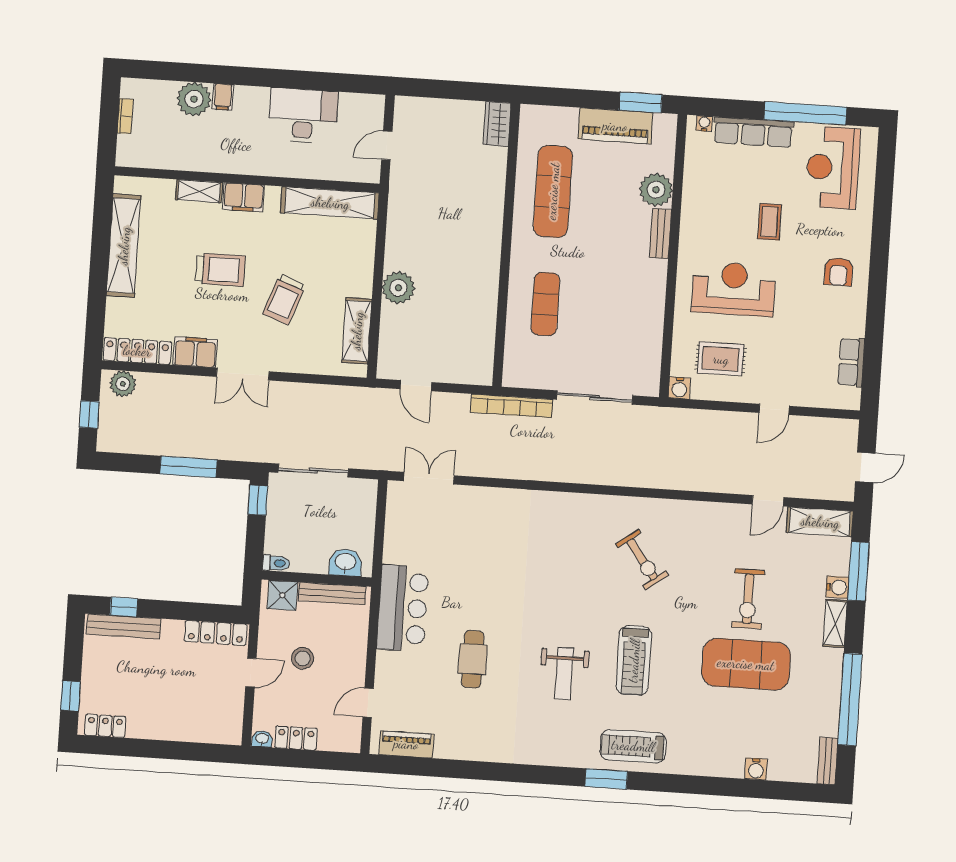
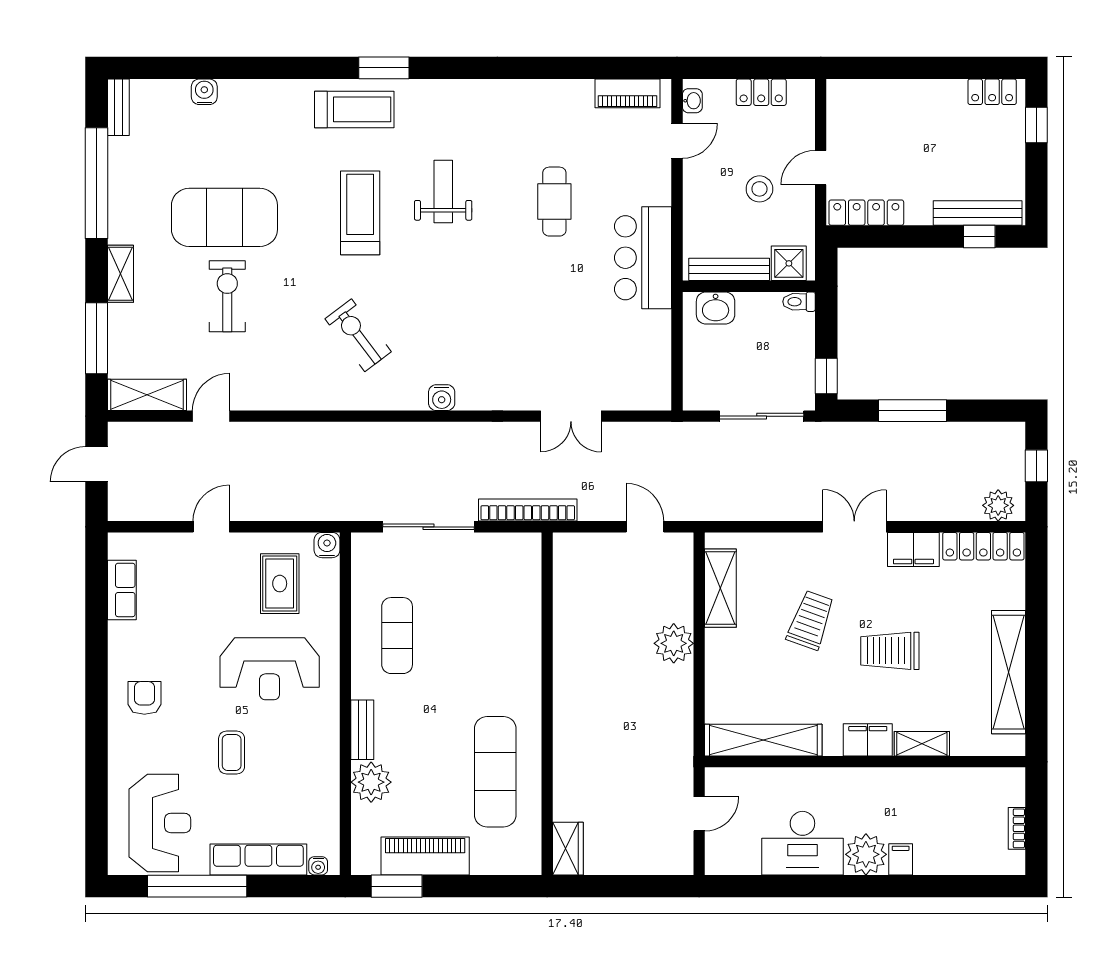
plant: (194, 99) -> (866, 854), moved
exercise mat: (545, 304) -> (397, 636), moved
rug: (721, 359) -> (280, 584), turned 90
double door: (429, 478) -> (571, 416), moved
water cooler: (837, 587) -> (442, 398), moved, turned -90
washbasin: (262, 739) -> (692, 101), moved, turned -90

